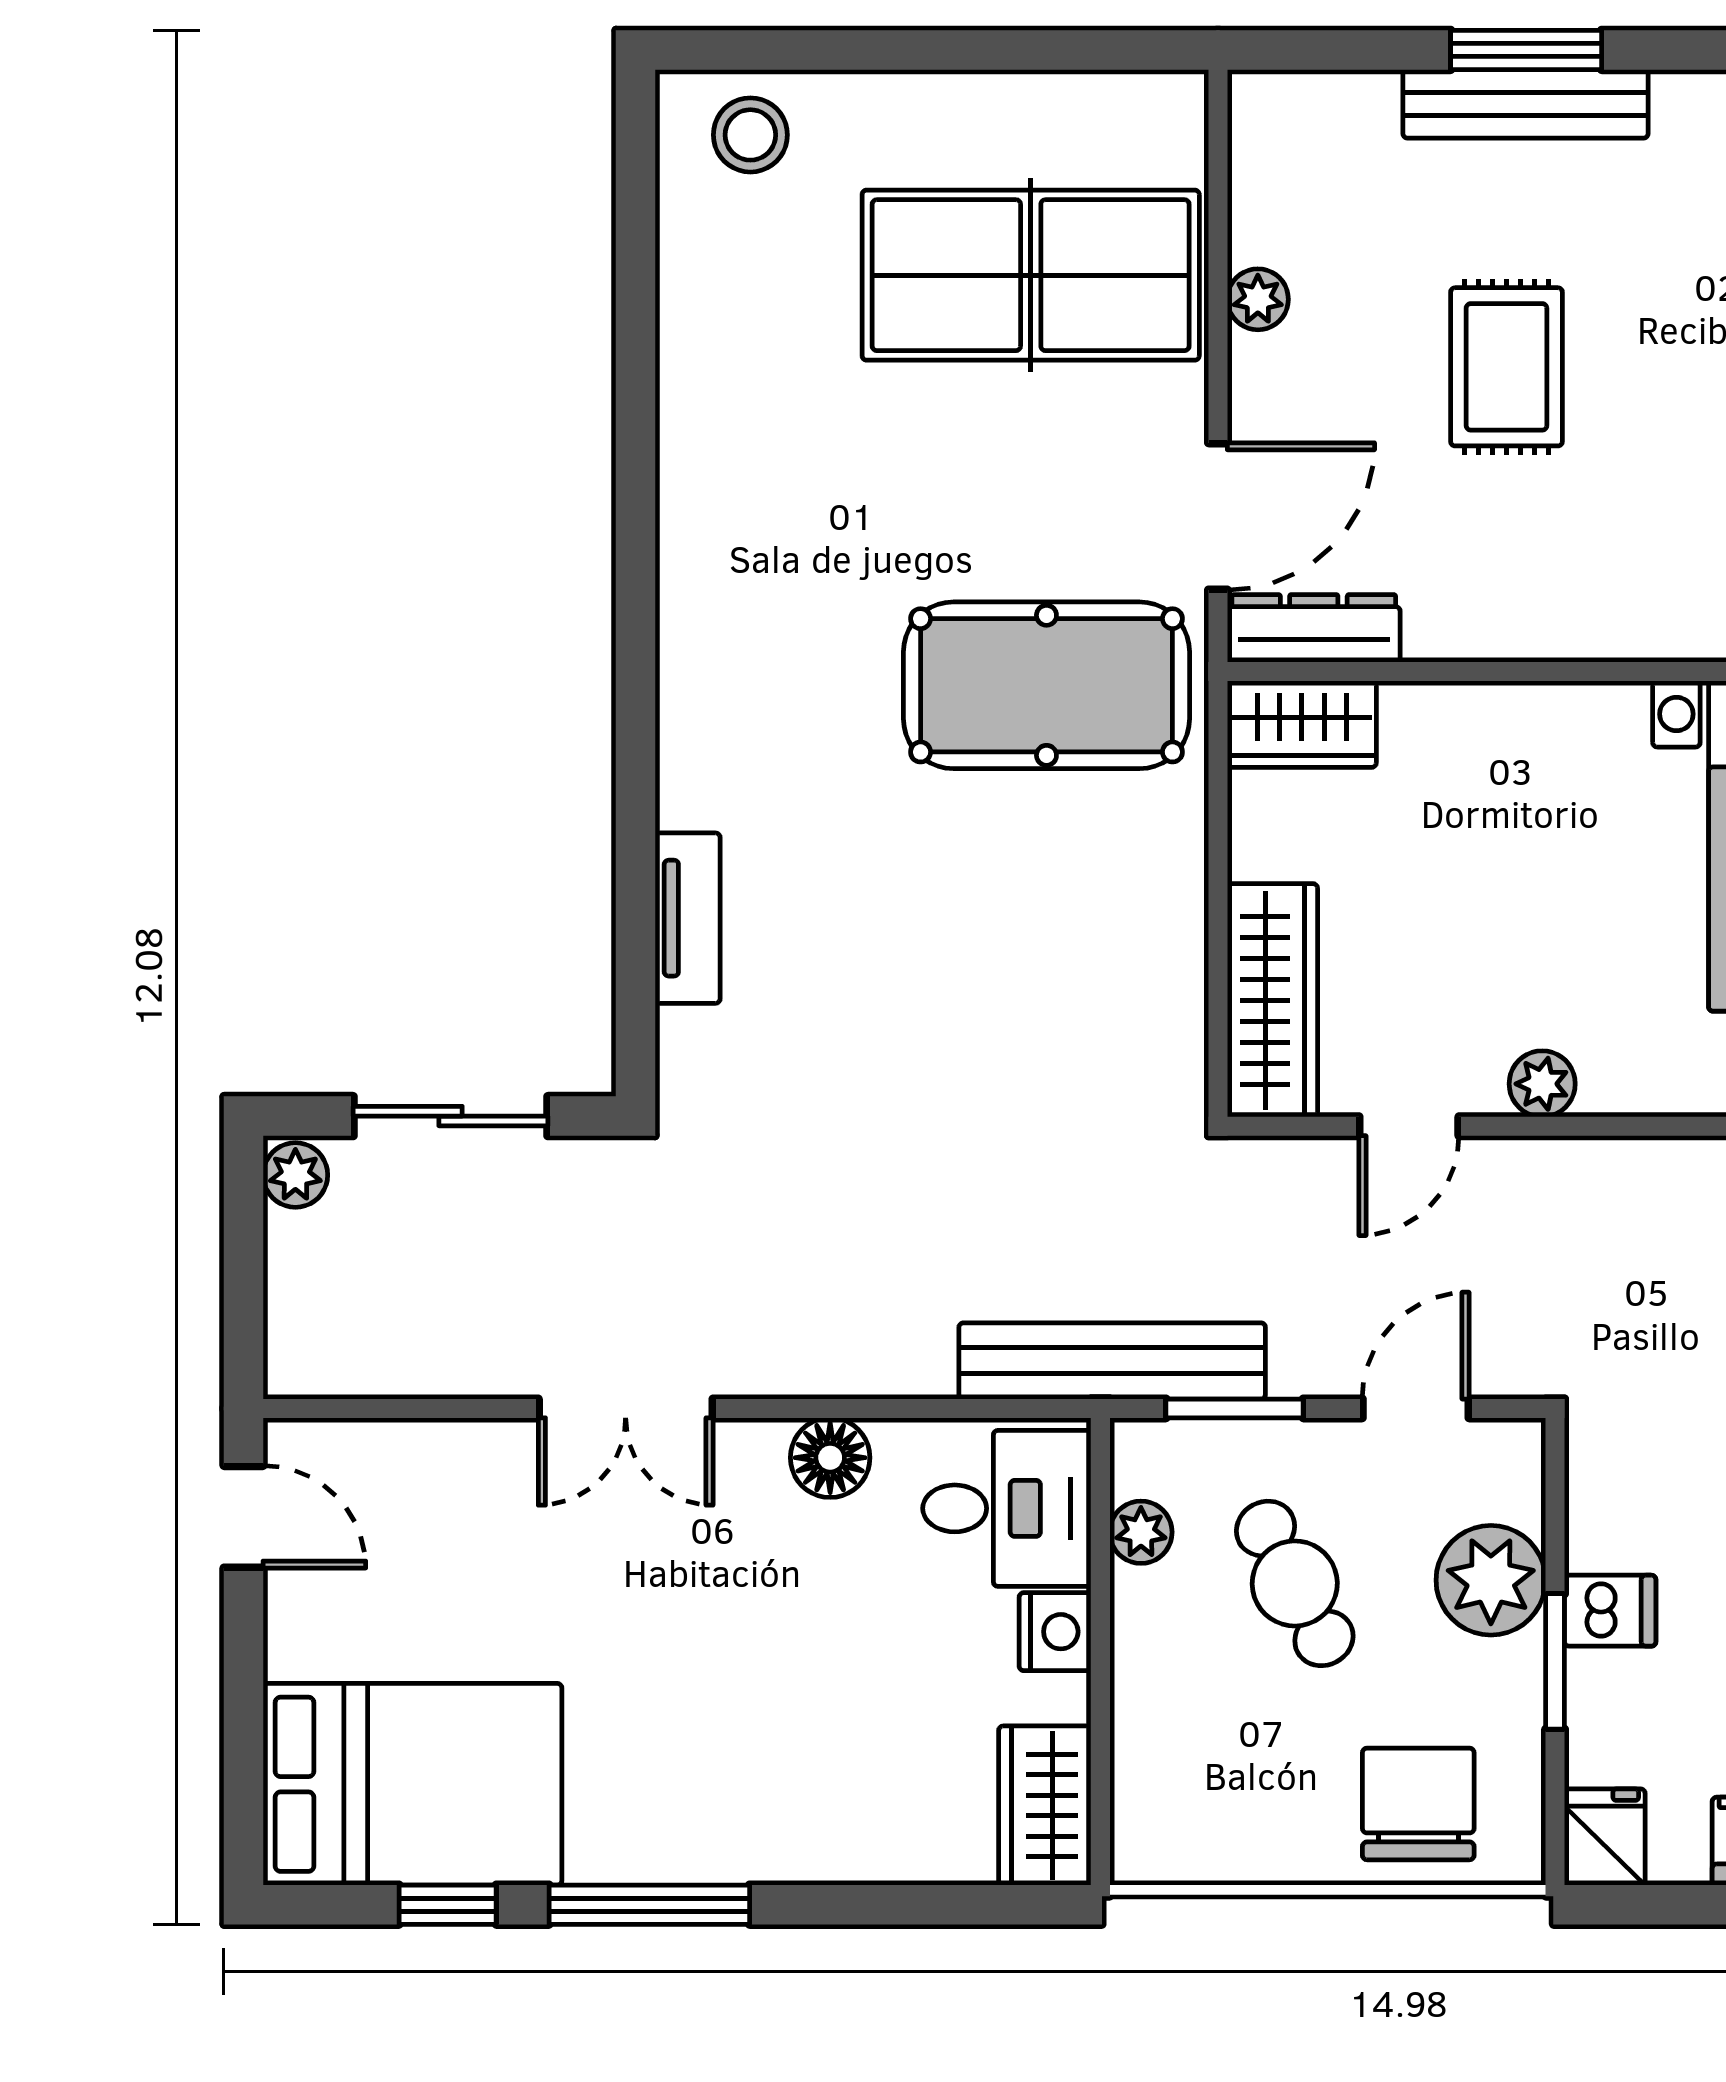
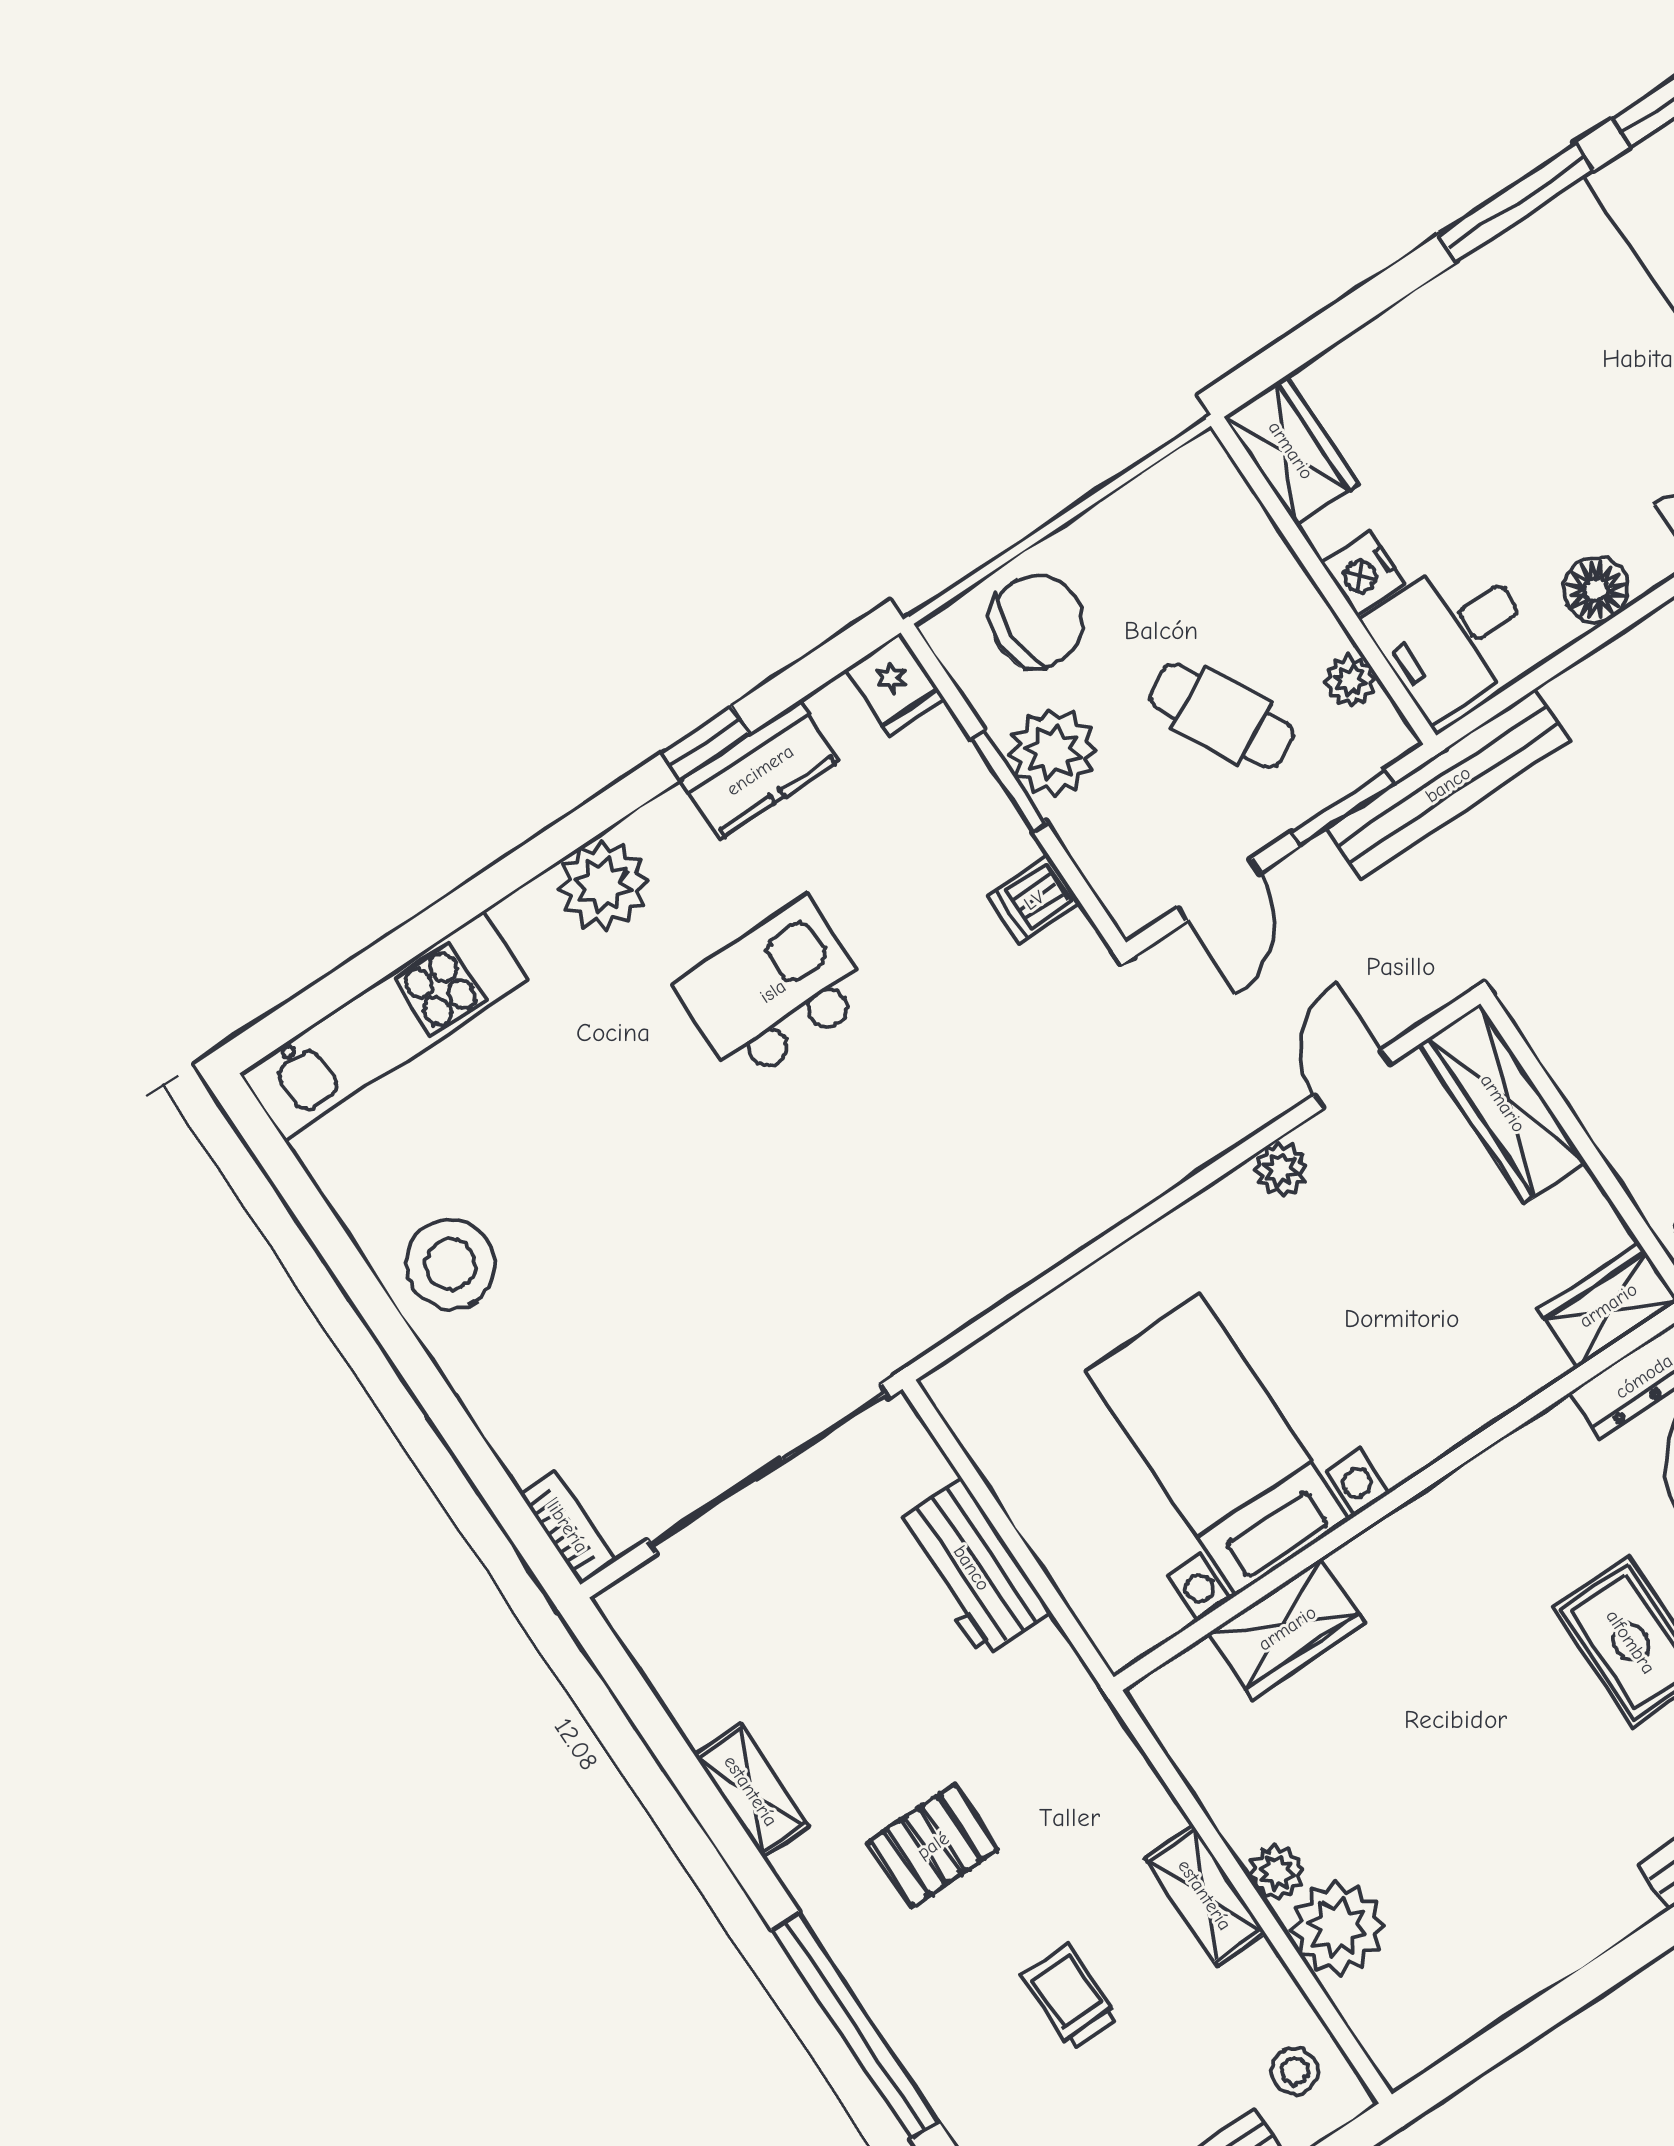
plant: (1491, 1580) -> (1053, 752), moved
dishwasher: (1610, 1611) -> (1034, 900), moved
chair: (1418, 1804) -> (1037, 621), turned -90

